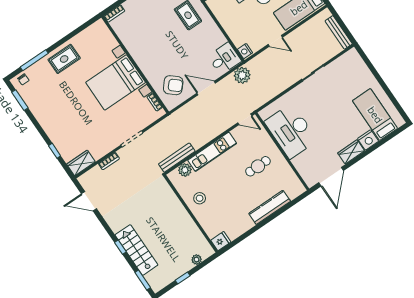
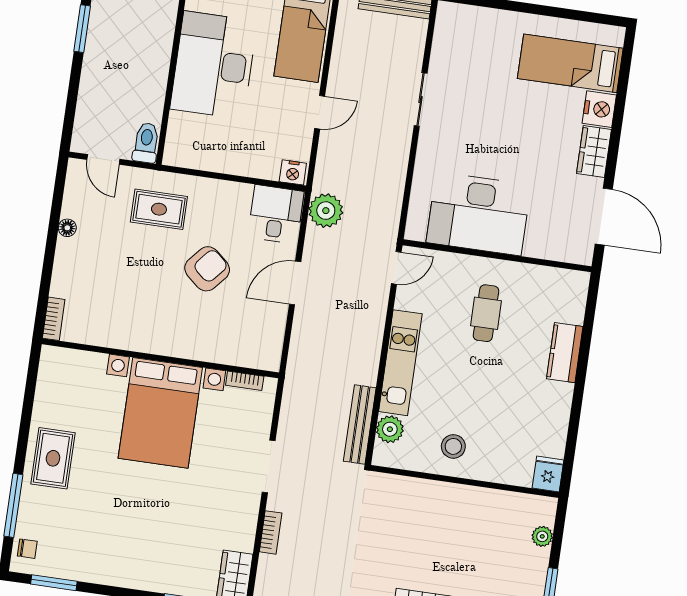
armchair: (173, 85) -> (207, 269), moved
kitchen counter: (270, 207) -> (565, 353), width x0.67

